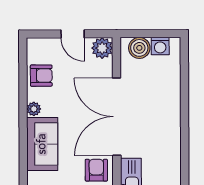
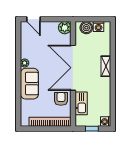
door: (73, 34) -> (33, 19), moved
armchair: (41, 76) -> (29, 44), removed
shelving: (173, 114) -> (106, 66), added

